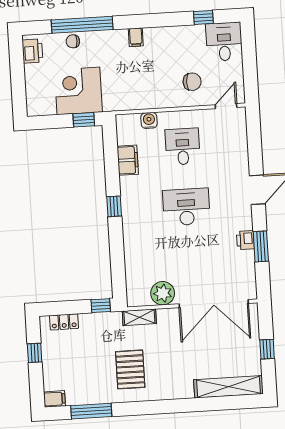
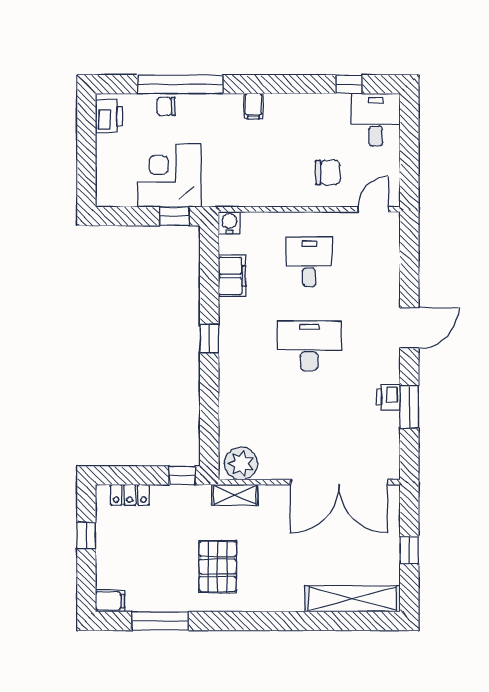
water cooler: (149, 120) -> (229, 223), moved
plant: (163, 293) -> (241, 464), moved

